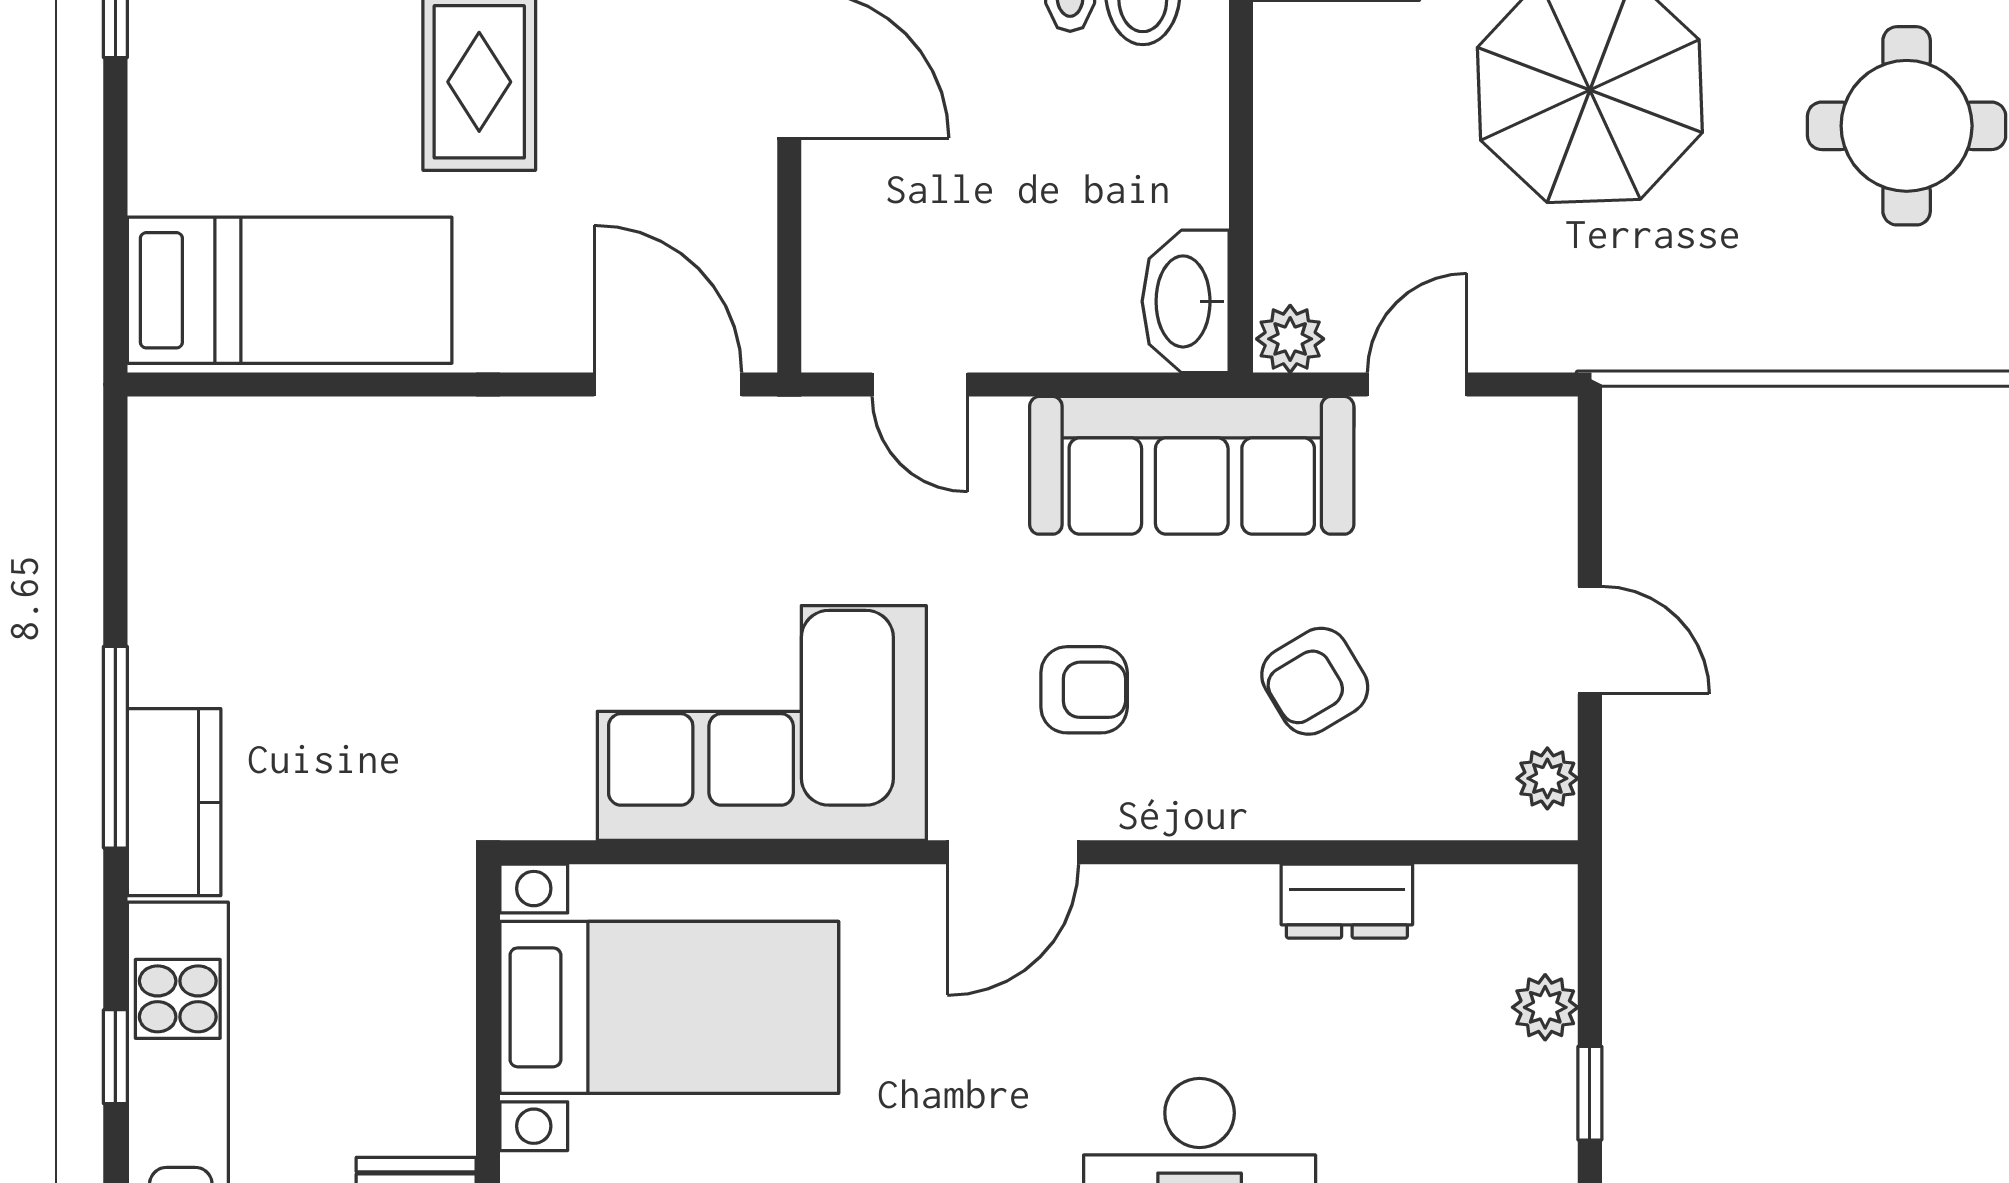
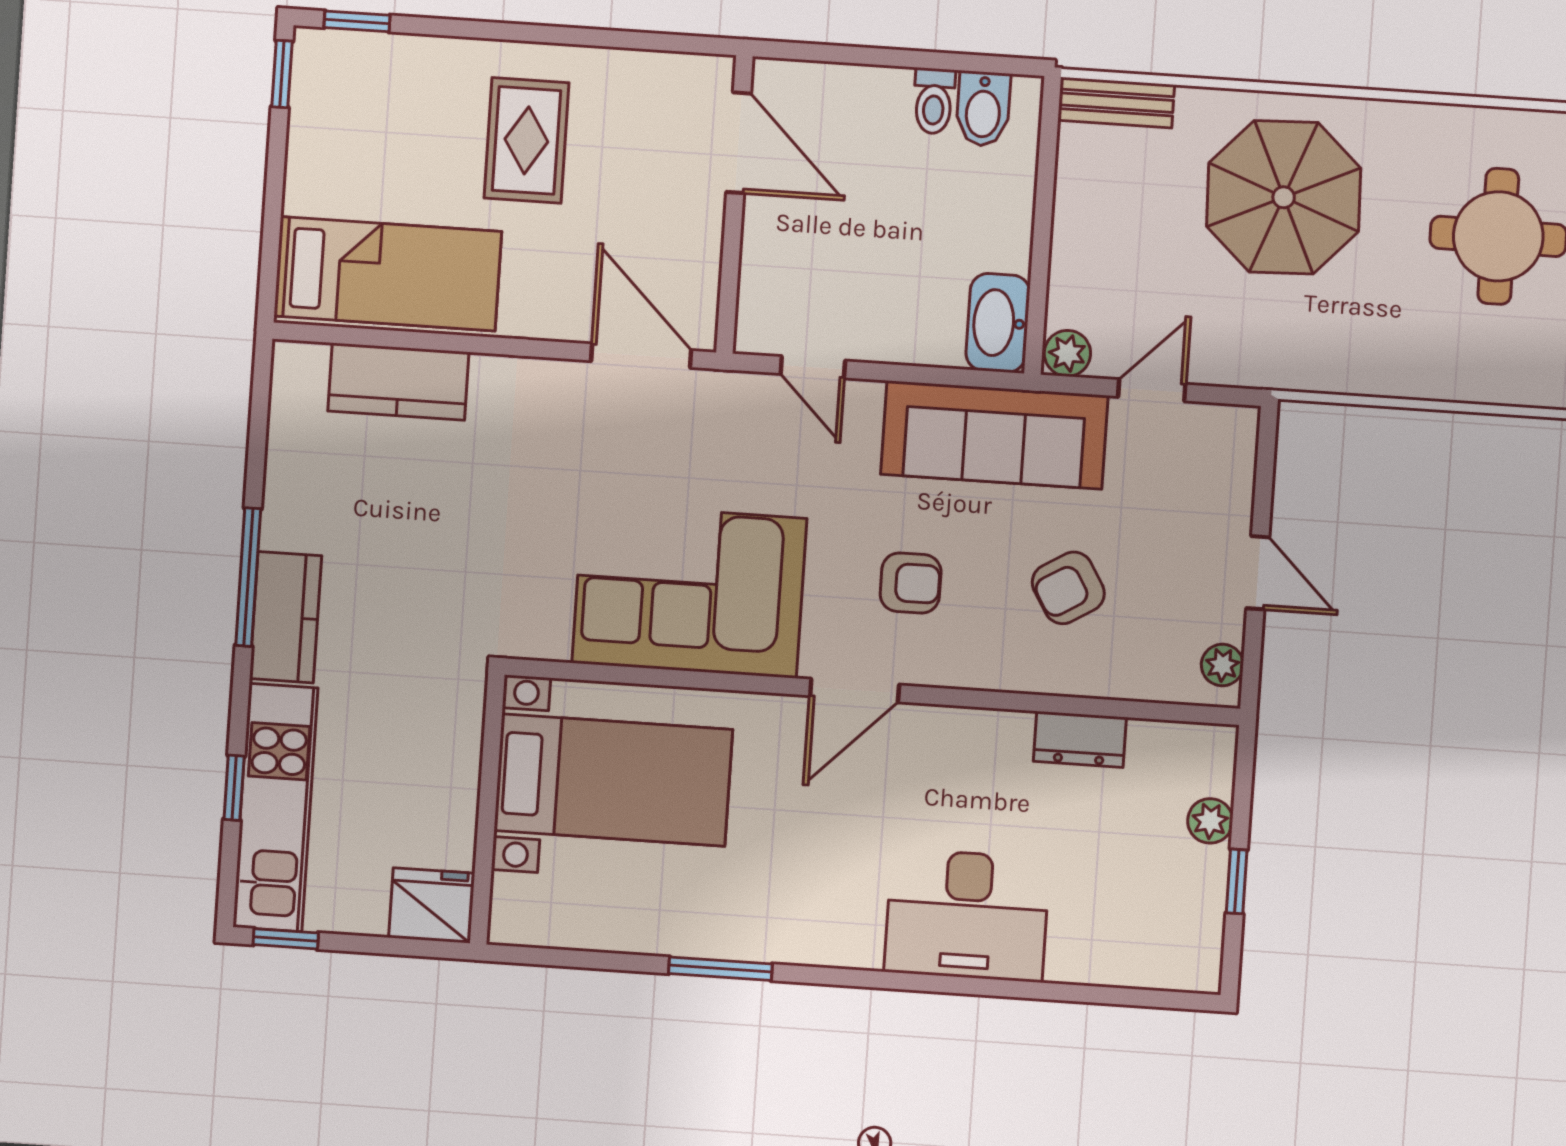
kitchen counter: (316, 447) -> (398, 382), added

